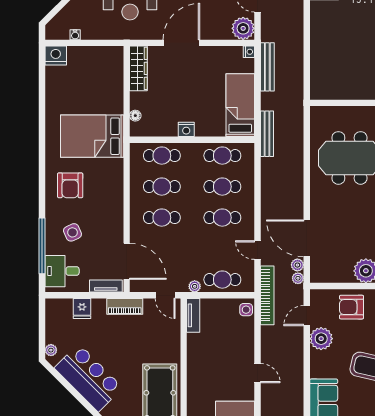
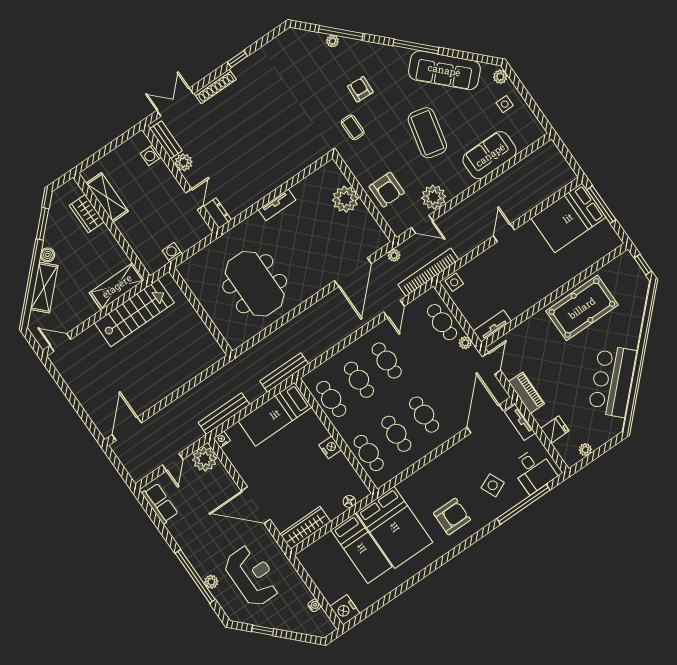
bed: (93, 100) -> (361, 548), added
plant: (297, 265) -> (383, 264), removed
plant: (51, 350) -> (585, 450), moved

